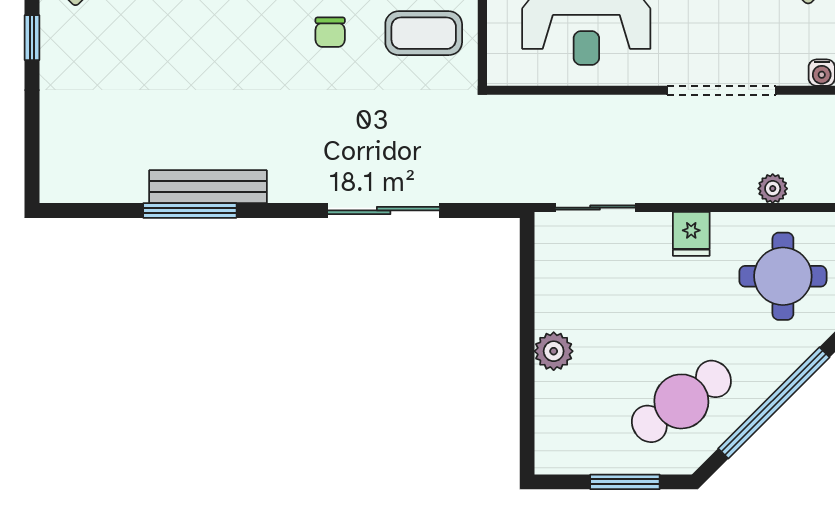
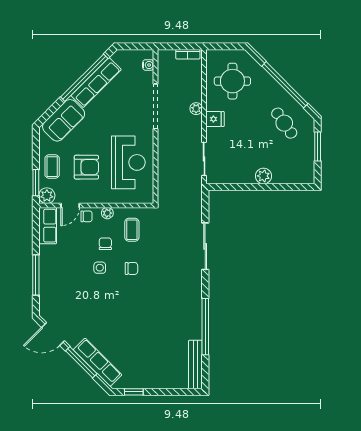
coffee table: (424, 33) -> (132, 230), width x0.73, depth x0.77
bench: (208, 187) -> (195, 364), moved
plant: (773, 189) -> (196, 109), moved
window: (190, 210) -> (205, 327), width x1.46
cafe table: (681, 401) -> (284, 123), width x0.73, depth x0.74

